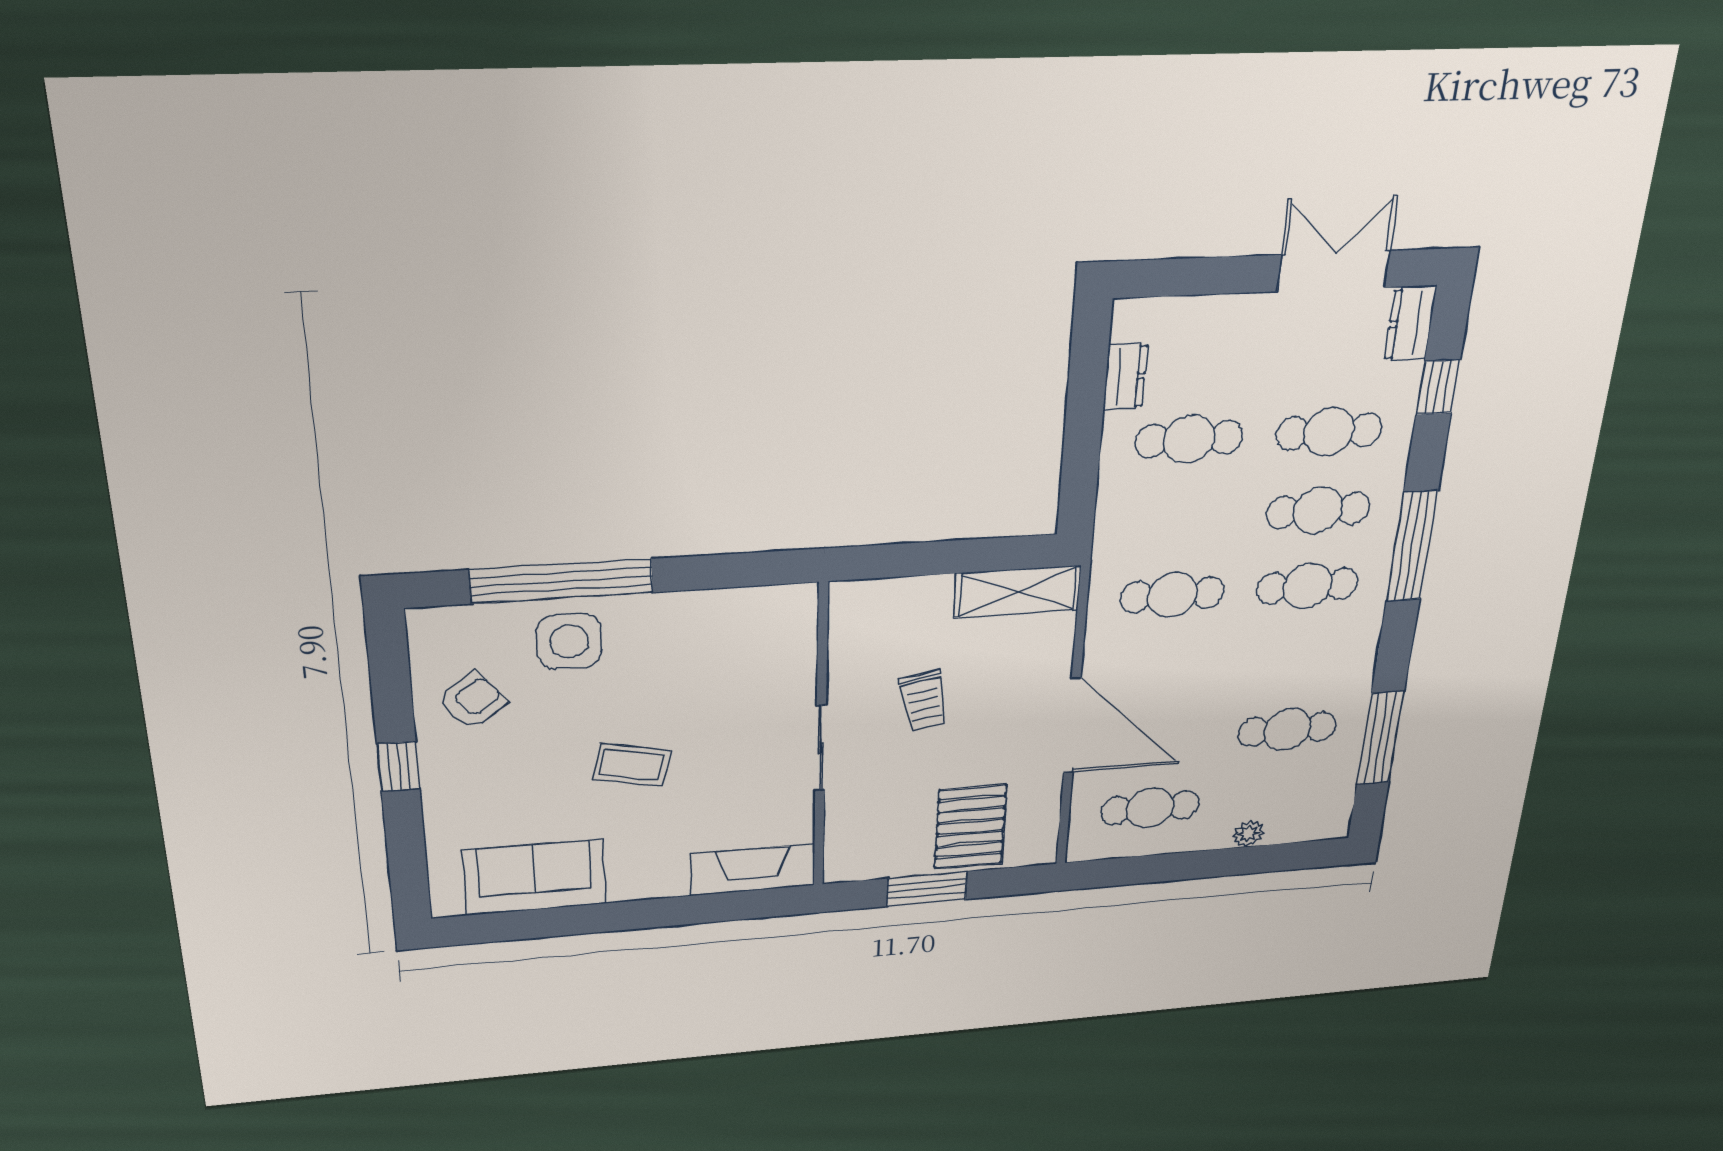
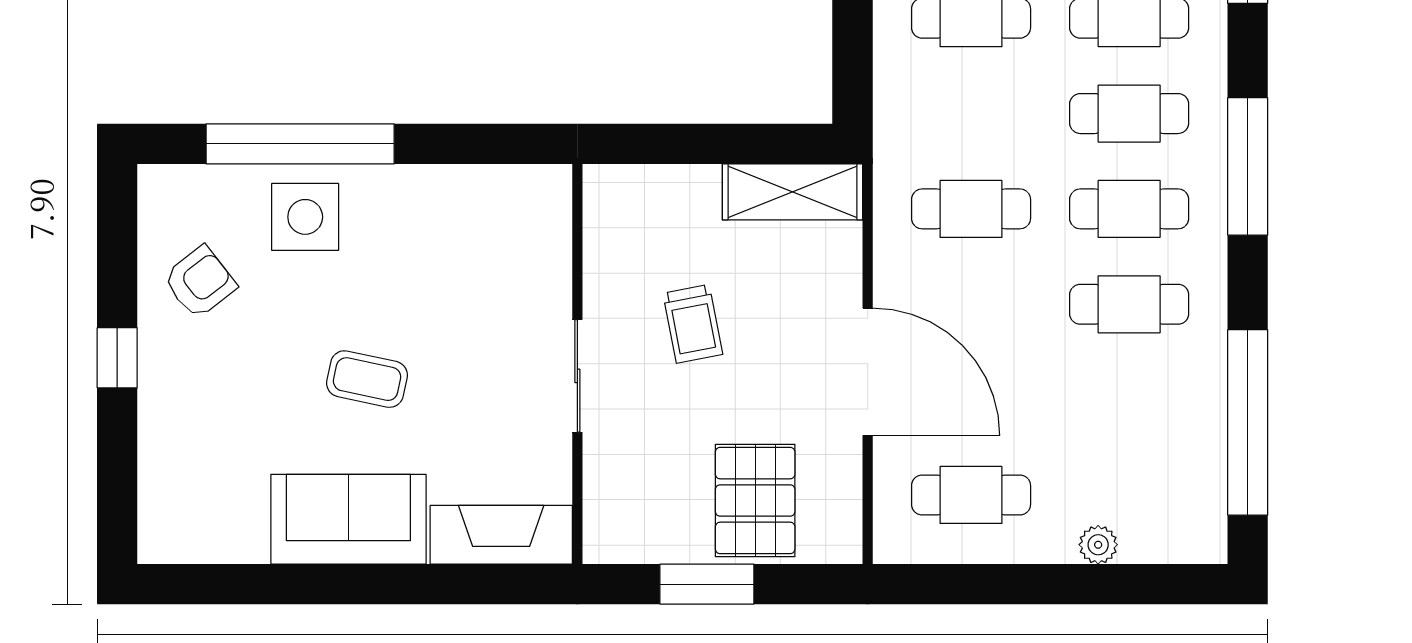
cafe table: (1287, 729) -> (1129, 304), moved
window: (1380, 738) -> (1248, 422), width x1.46
sofa: (535, 877) -> (348, 519), moved

